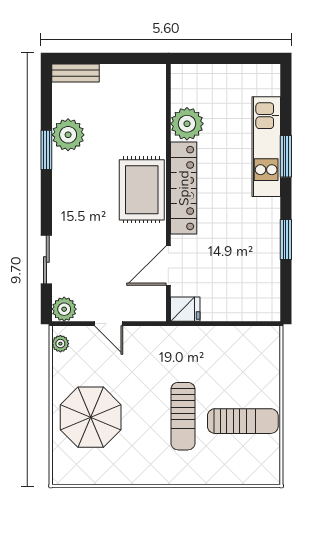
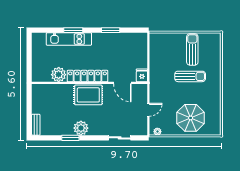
plant: (68, 135) -> (81, 128), moved
plant: (64, 309) -> (142, 130), removed

